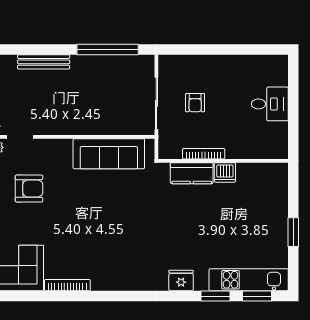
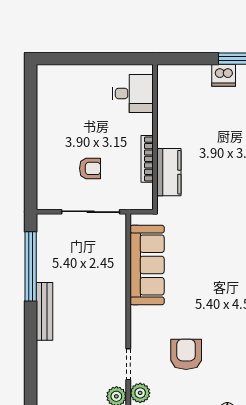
bench: (44, 62) -> (44, 311), moved
desk: (270, 104) -> (133, 93), moved, turned 90
dishwasher: (225, 172) -> (224, 75), moved, turned 90

